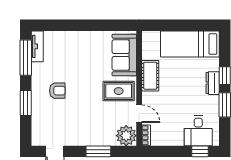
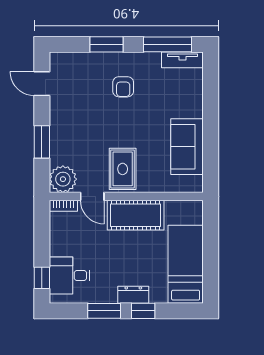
sofa: (124, 55) -> (187, 147), moved, turned -90
cot: (150, 76) -> (136, 215), width x1.37, depth x1.34
door: (139, 114) -> (92, 196), hinge flipped

